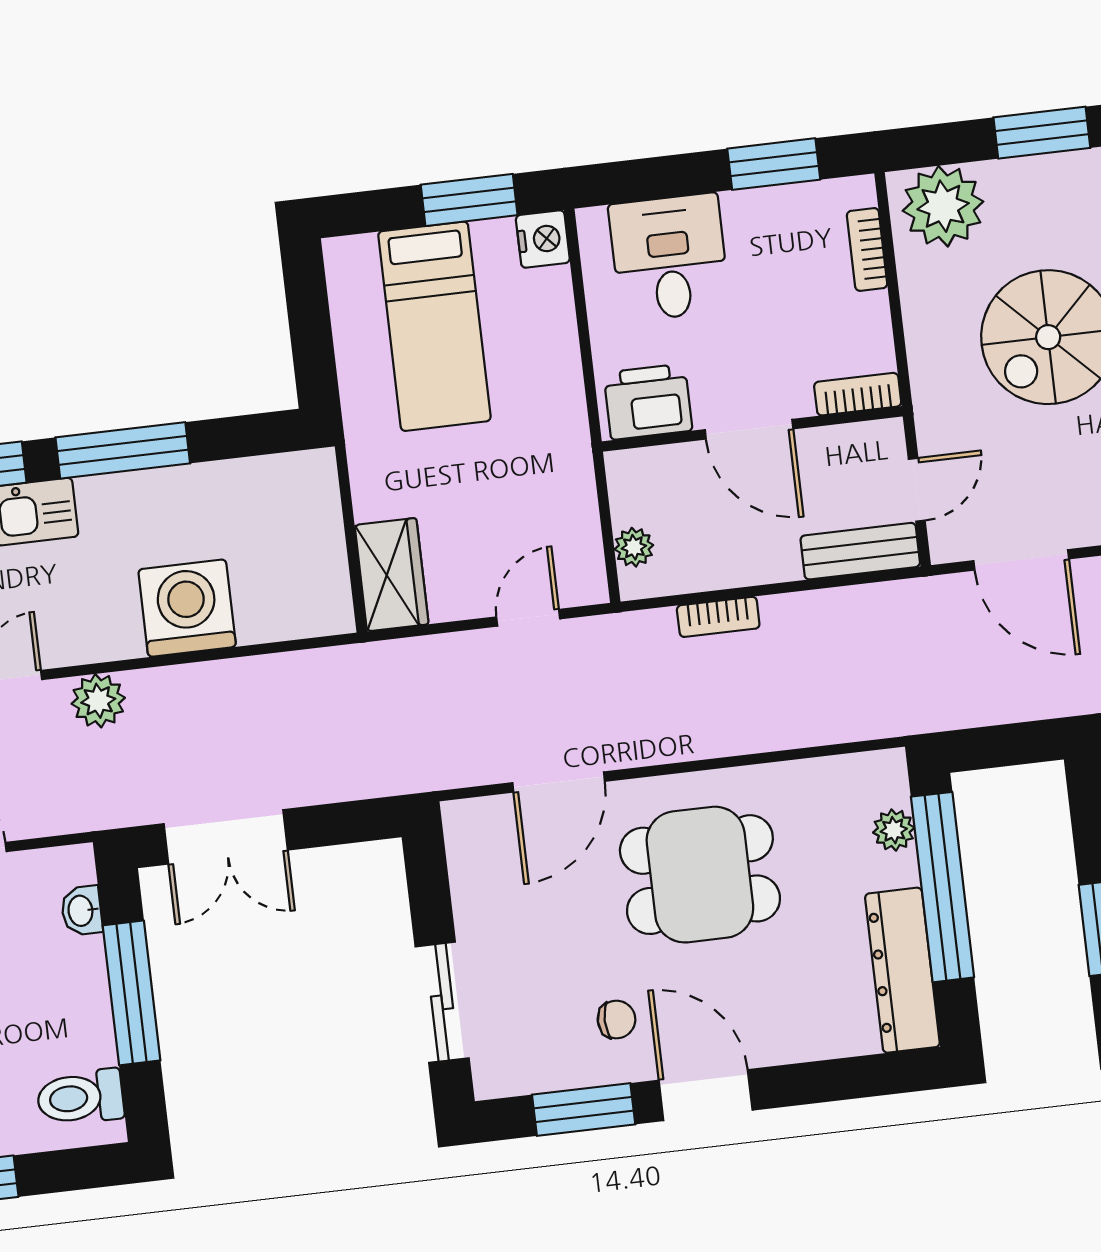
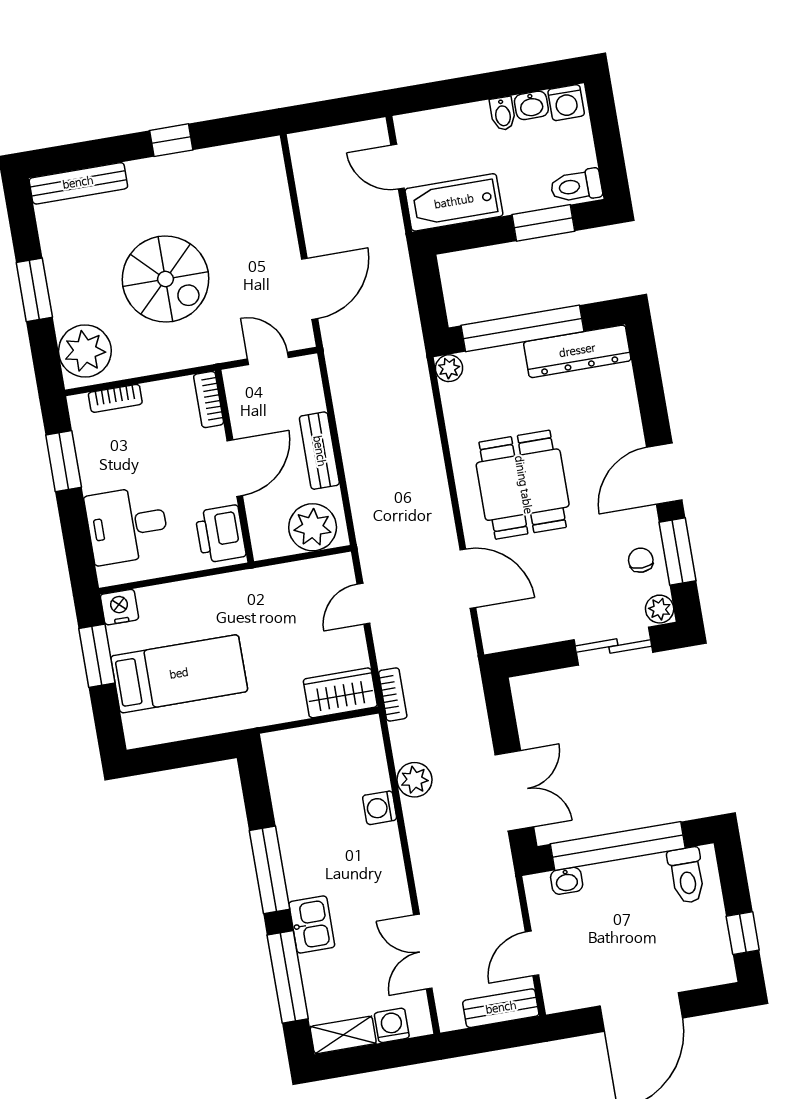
plant: (634, 547) -> (313, 527), width x1.88, depth x1.88
bench: (860, 551) -> (319, 451), moved
washing machine: (187, 608) -> (380, 808), width x0.53, depth x0.53
bookcase: (718, 617) -> (393, 694), moved
door: (528, 618) -> (363, 604), hinge flipped
plant: (98, 701) -> (415, 780), moved
plant: (894, 830) -> (449, 368), moved
window: (132, 993) -> (618, 846), width x1.46
chair: (616, 1020) -> (641, 560), moved
plant: (496, 1077) -> (660, 609), added

